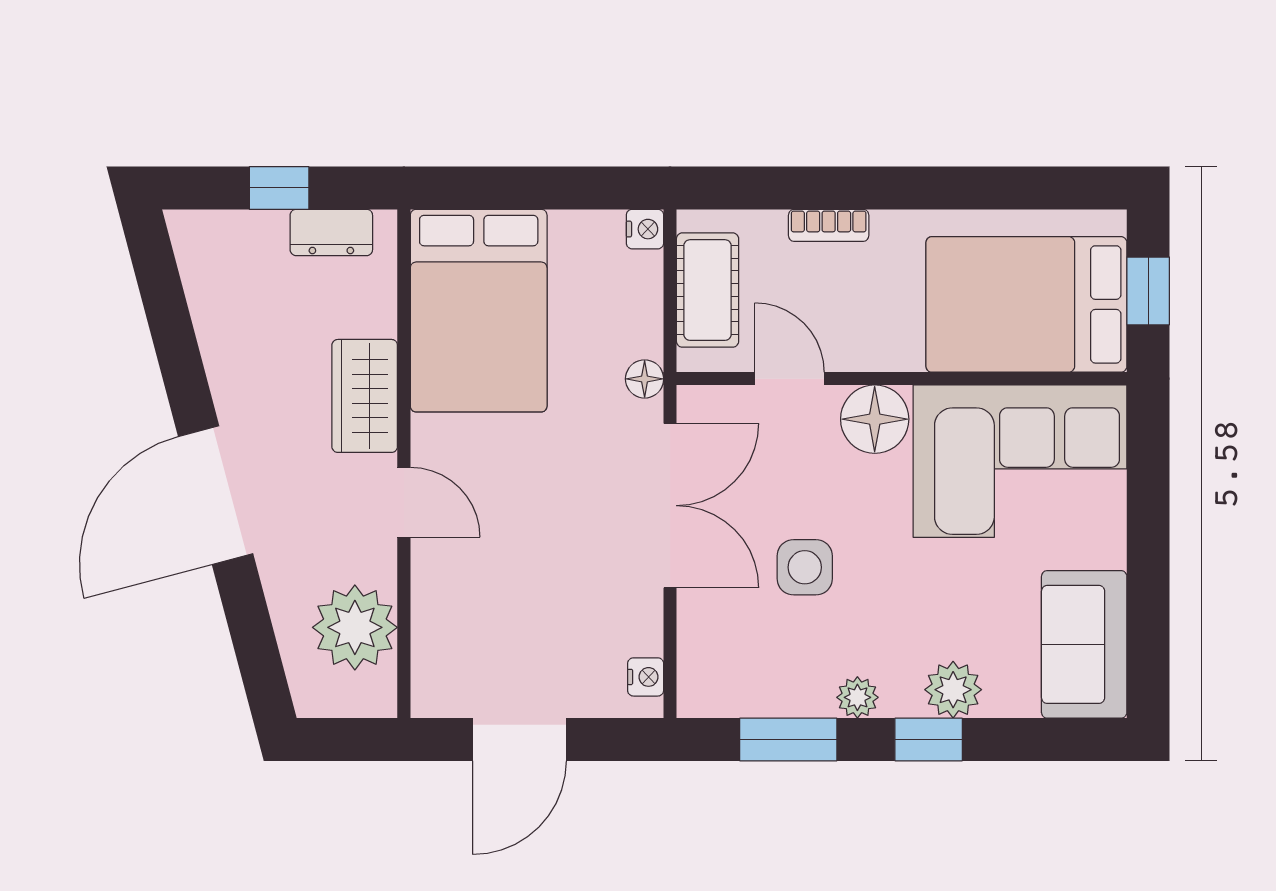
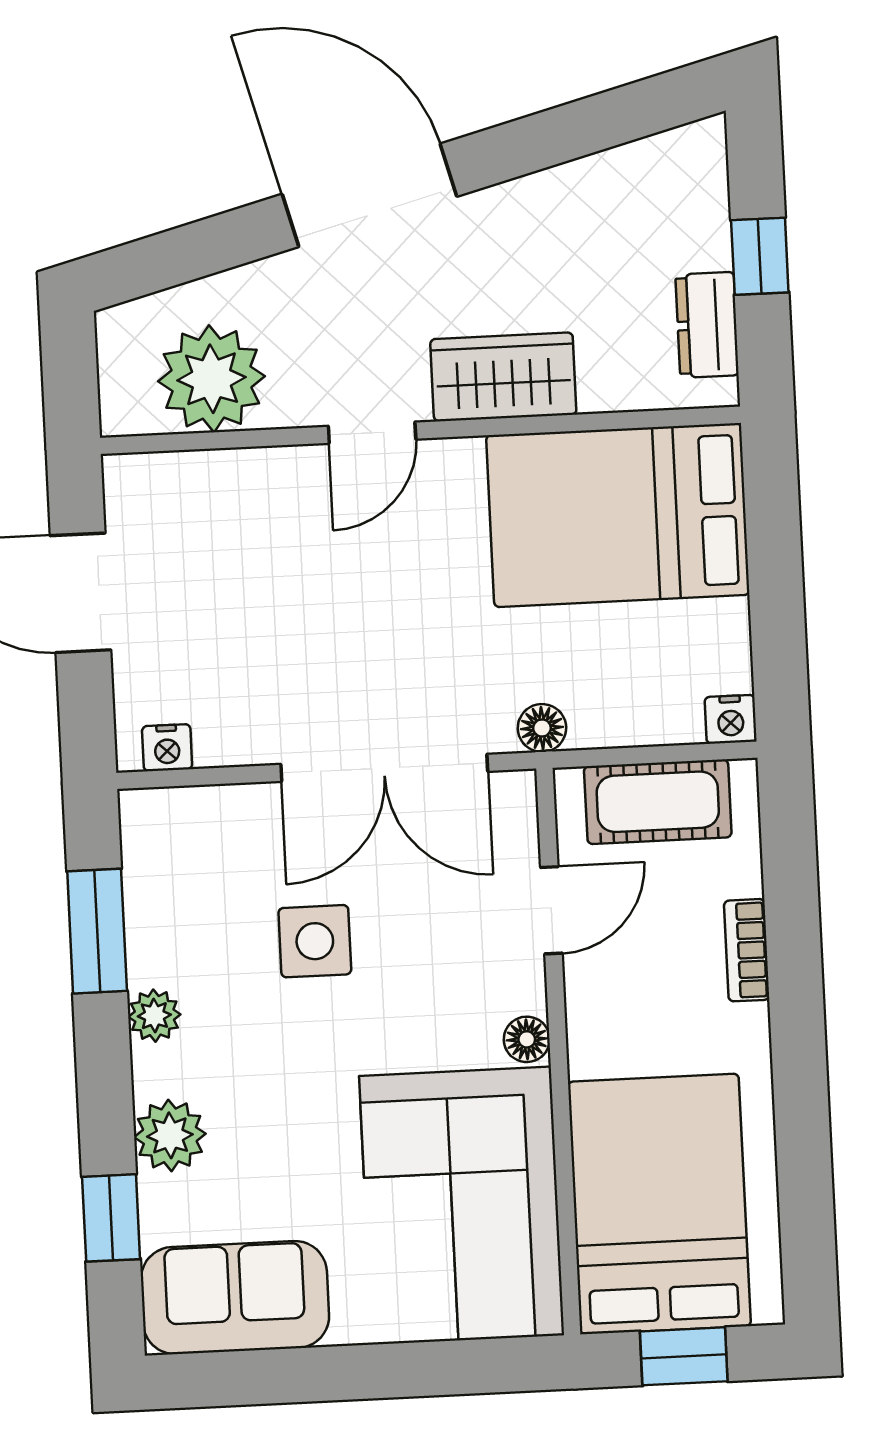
floor lamp: (875, 419) -> (527, 1039), width x0.53, depth x0.53
window: (929, 740) -> (111, 1218), moved

